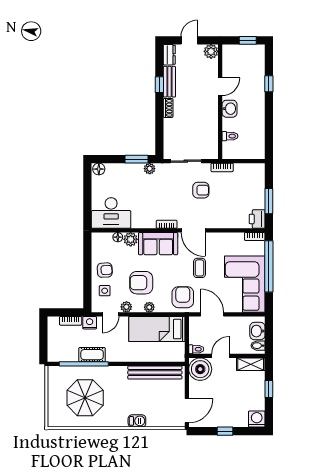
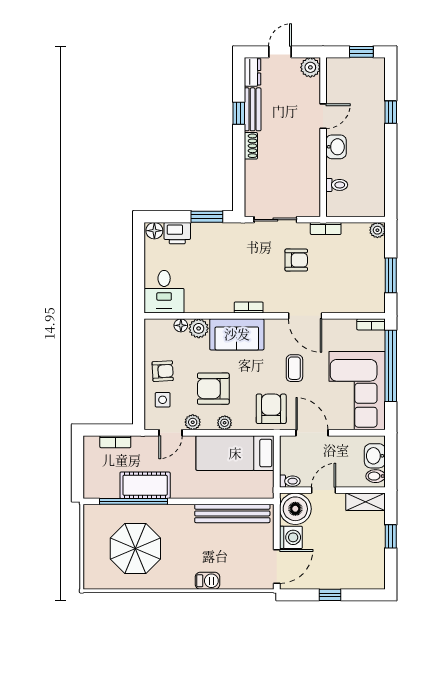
plant: (150, 169) -> (377, 230), moved
desk: (111, 213) -> (164, 292), width x0.73
printer: (257, 219) -> (177, 233), moved, turned -90
door: (193, 230) -> (305, 316), moved
nightstand: (90, 323) -> (142, 444), removed
cot: (92, 355) -> (145, 485), width x1.37, depth x1.34
washing machine: (257, 419) -> (291, 537), moved, turned 90

